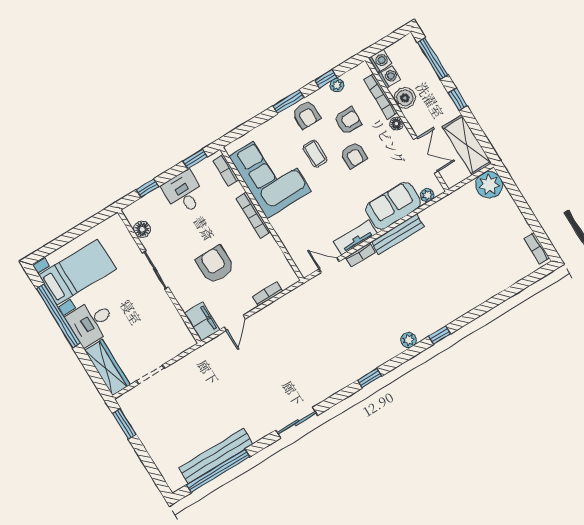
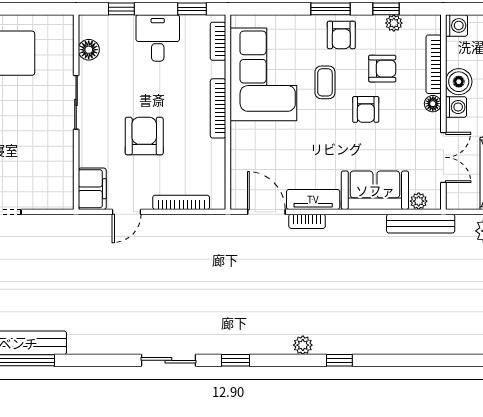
washing machine: (389, 77) -> (456, 107), moved
bench: (398, 234) -> (421, 224), moved
door: (329, 265) -> (266, 212), width x1.37
bookcase: (268, 294) -> (181, 202), width x1.56
sliding door: (297, 423) -> (168, 360), moved

